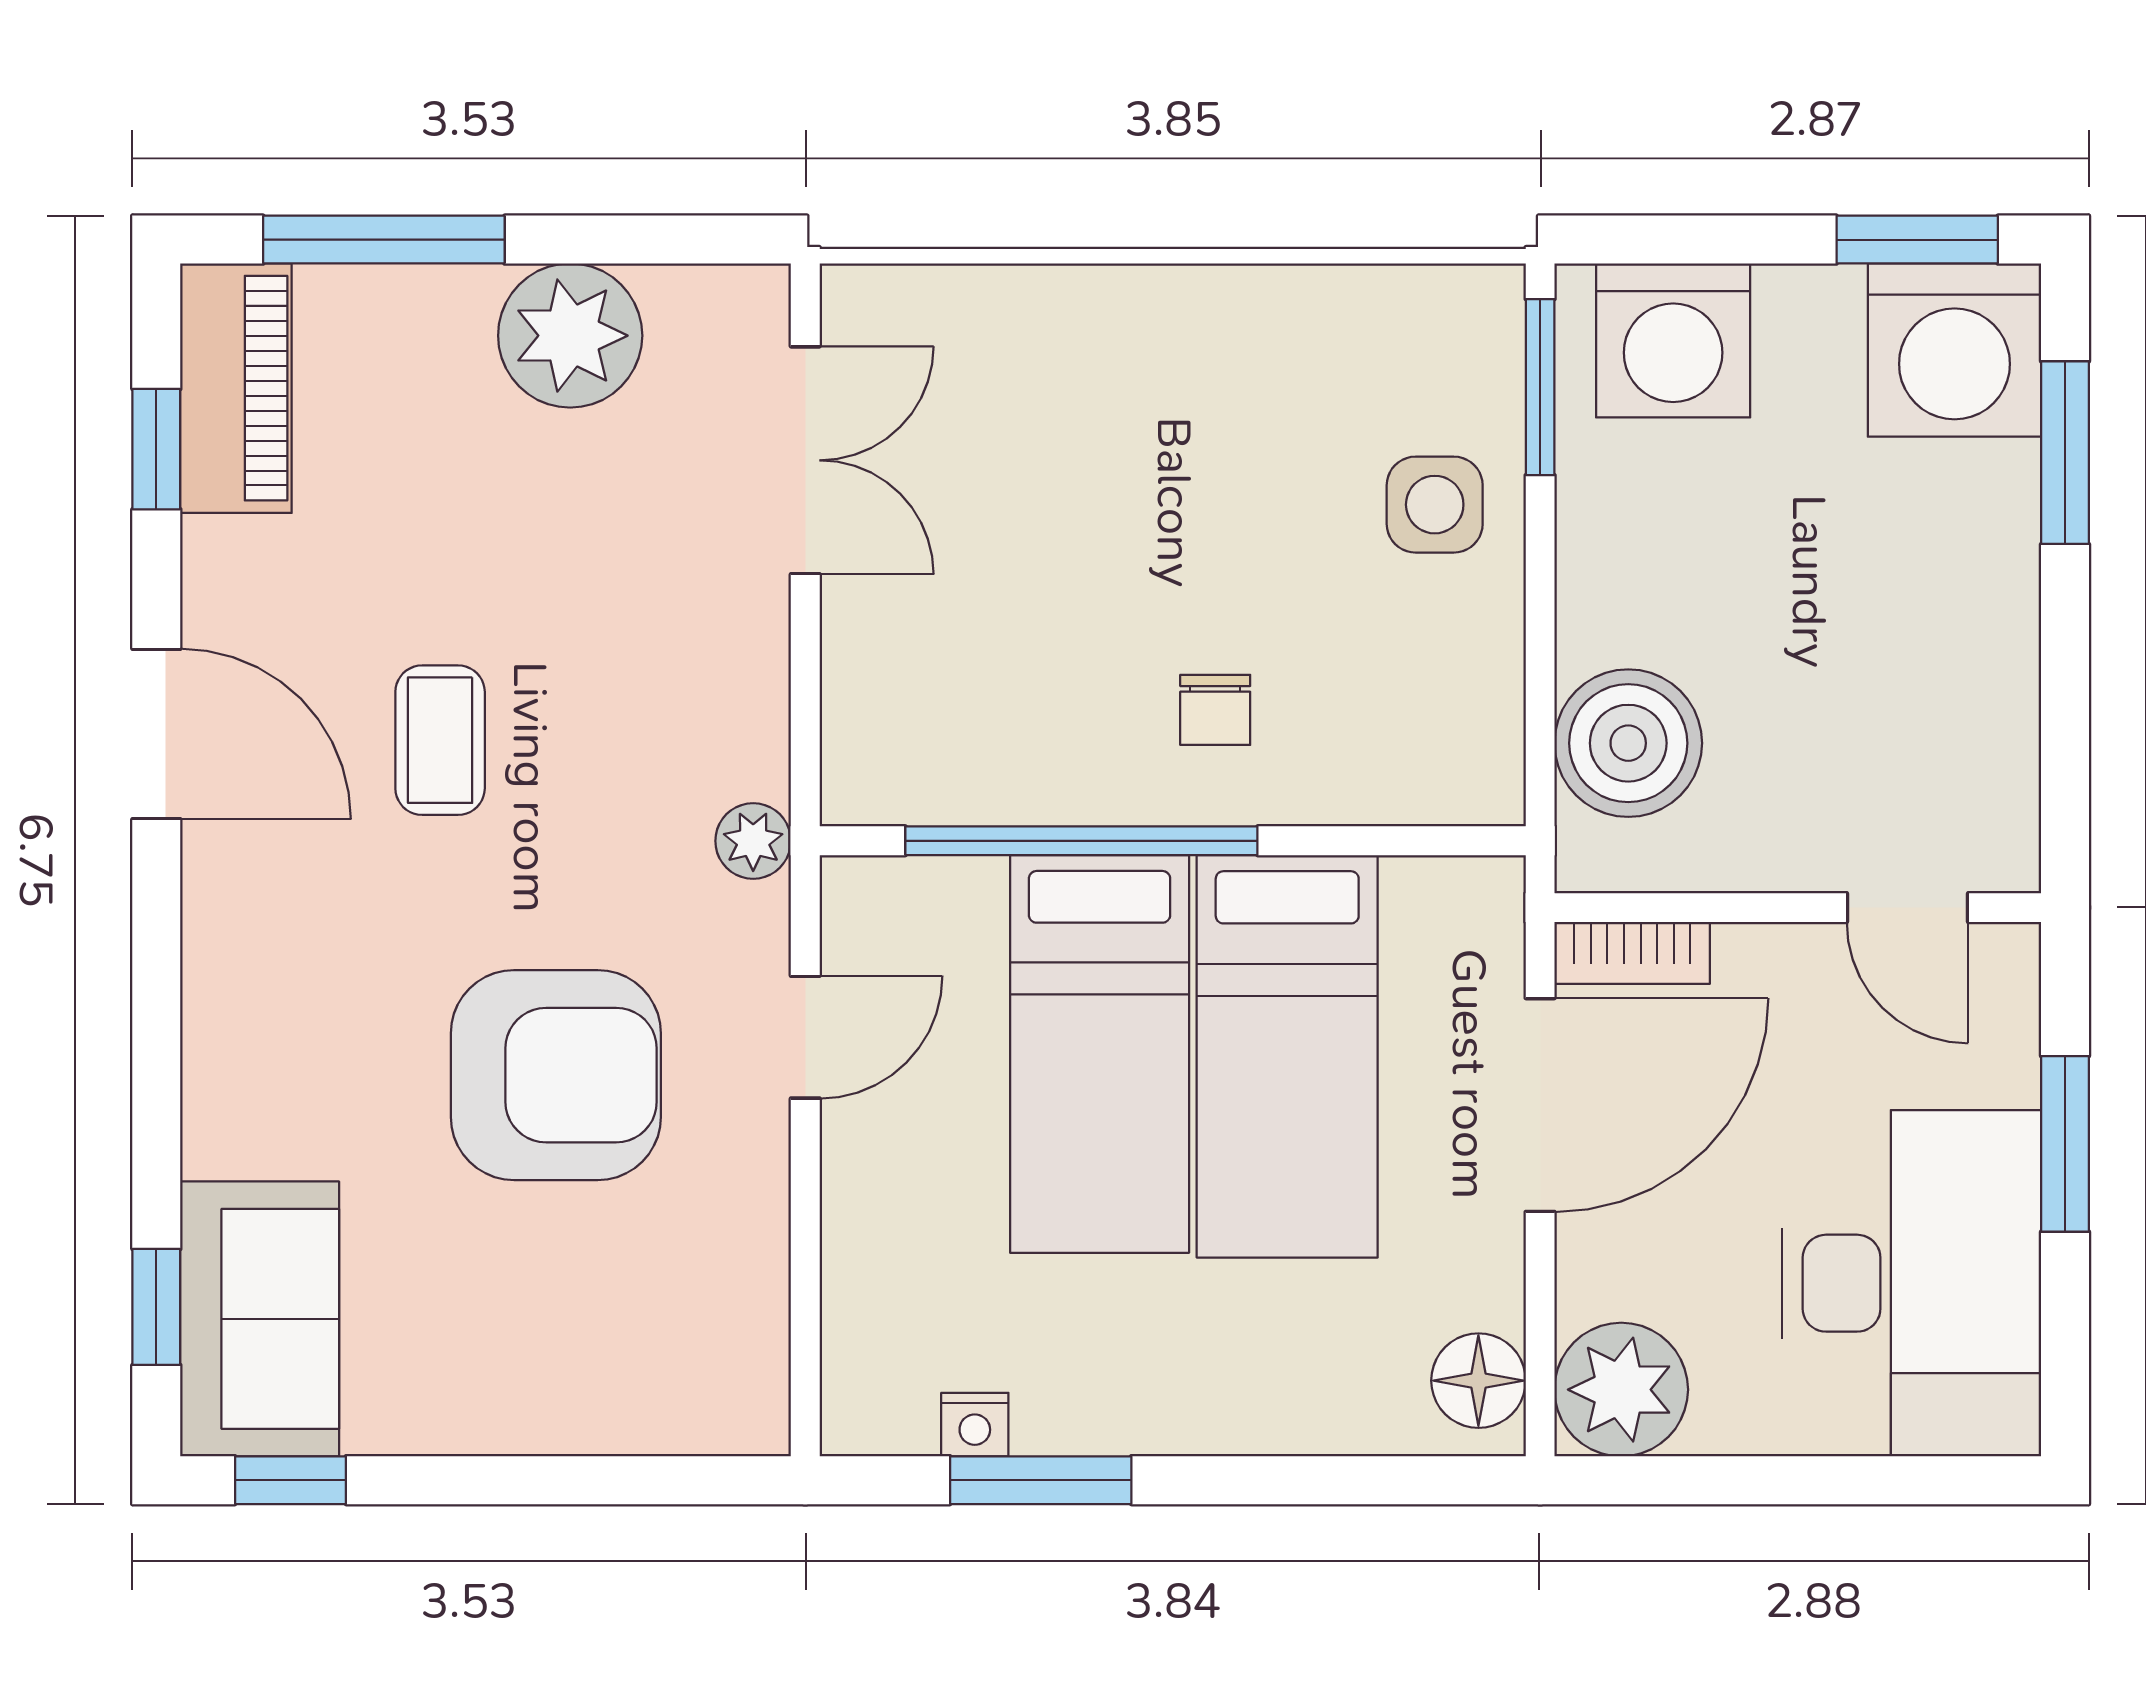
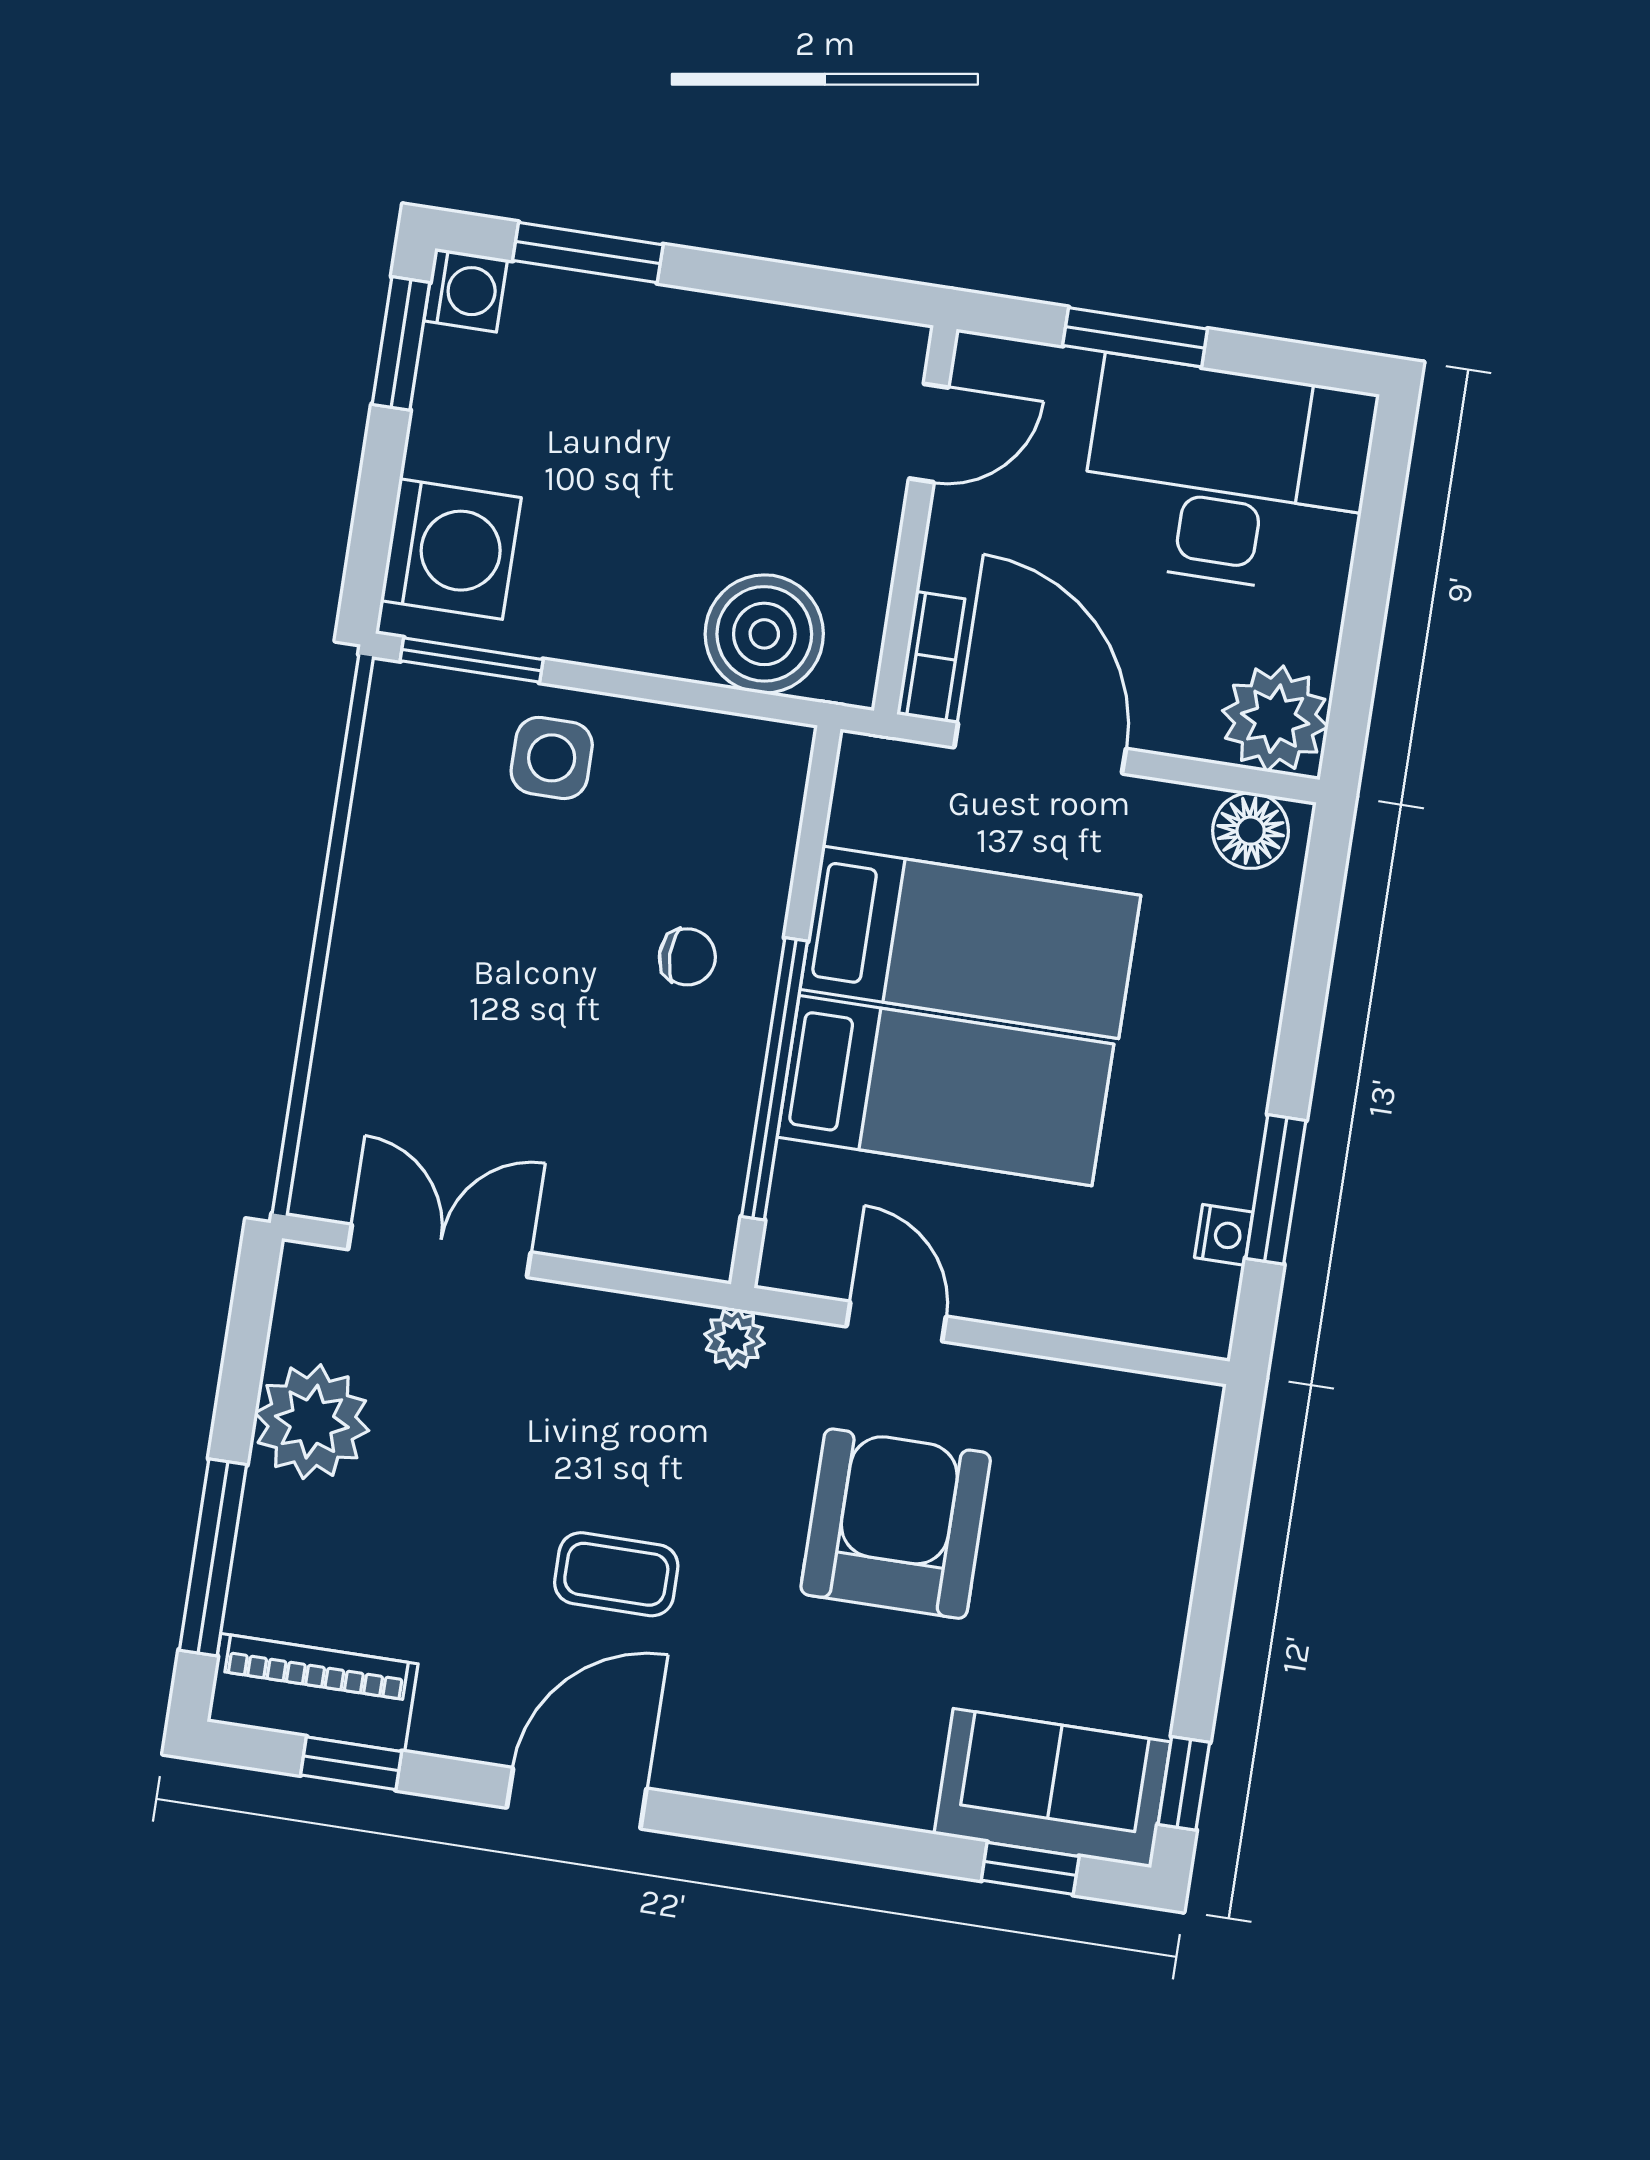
washing machine: (1954, 350) -> (466, 290), width x0.53, depth x0.53

